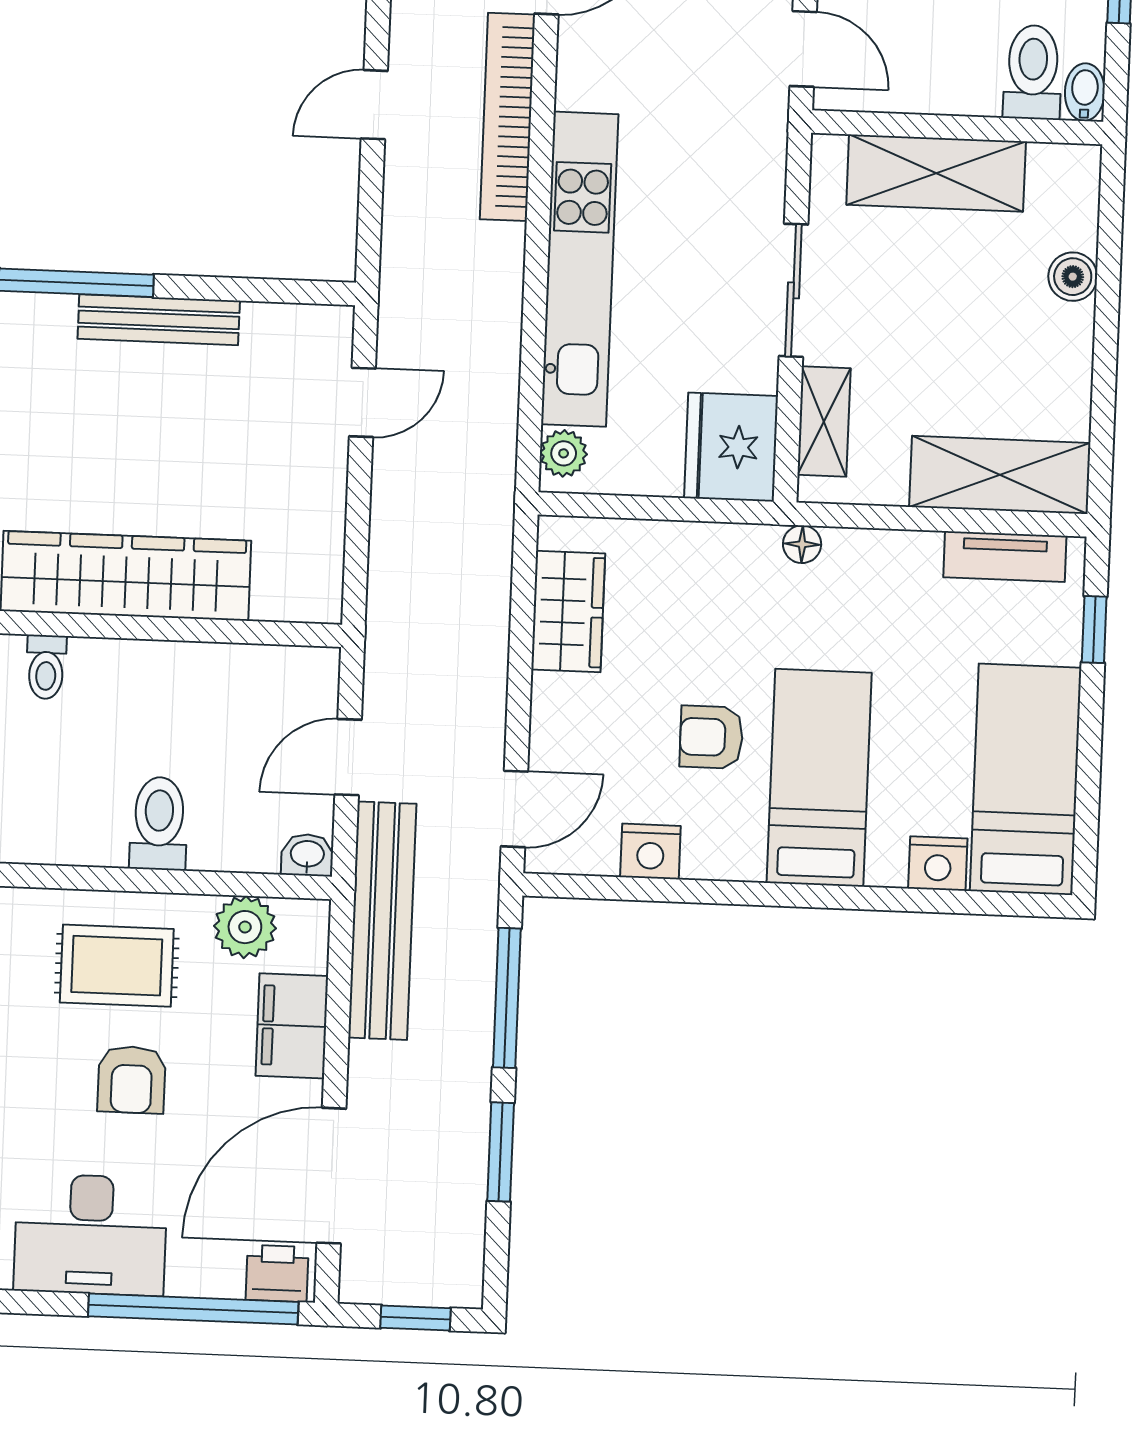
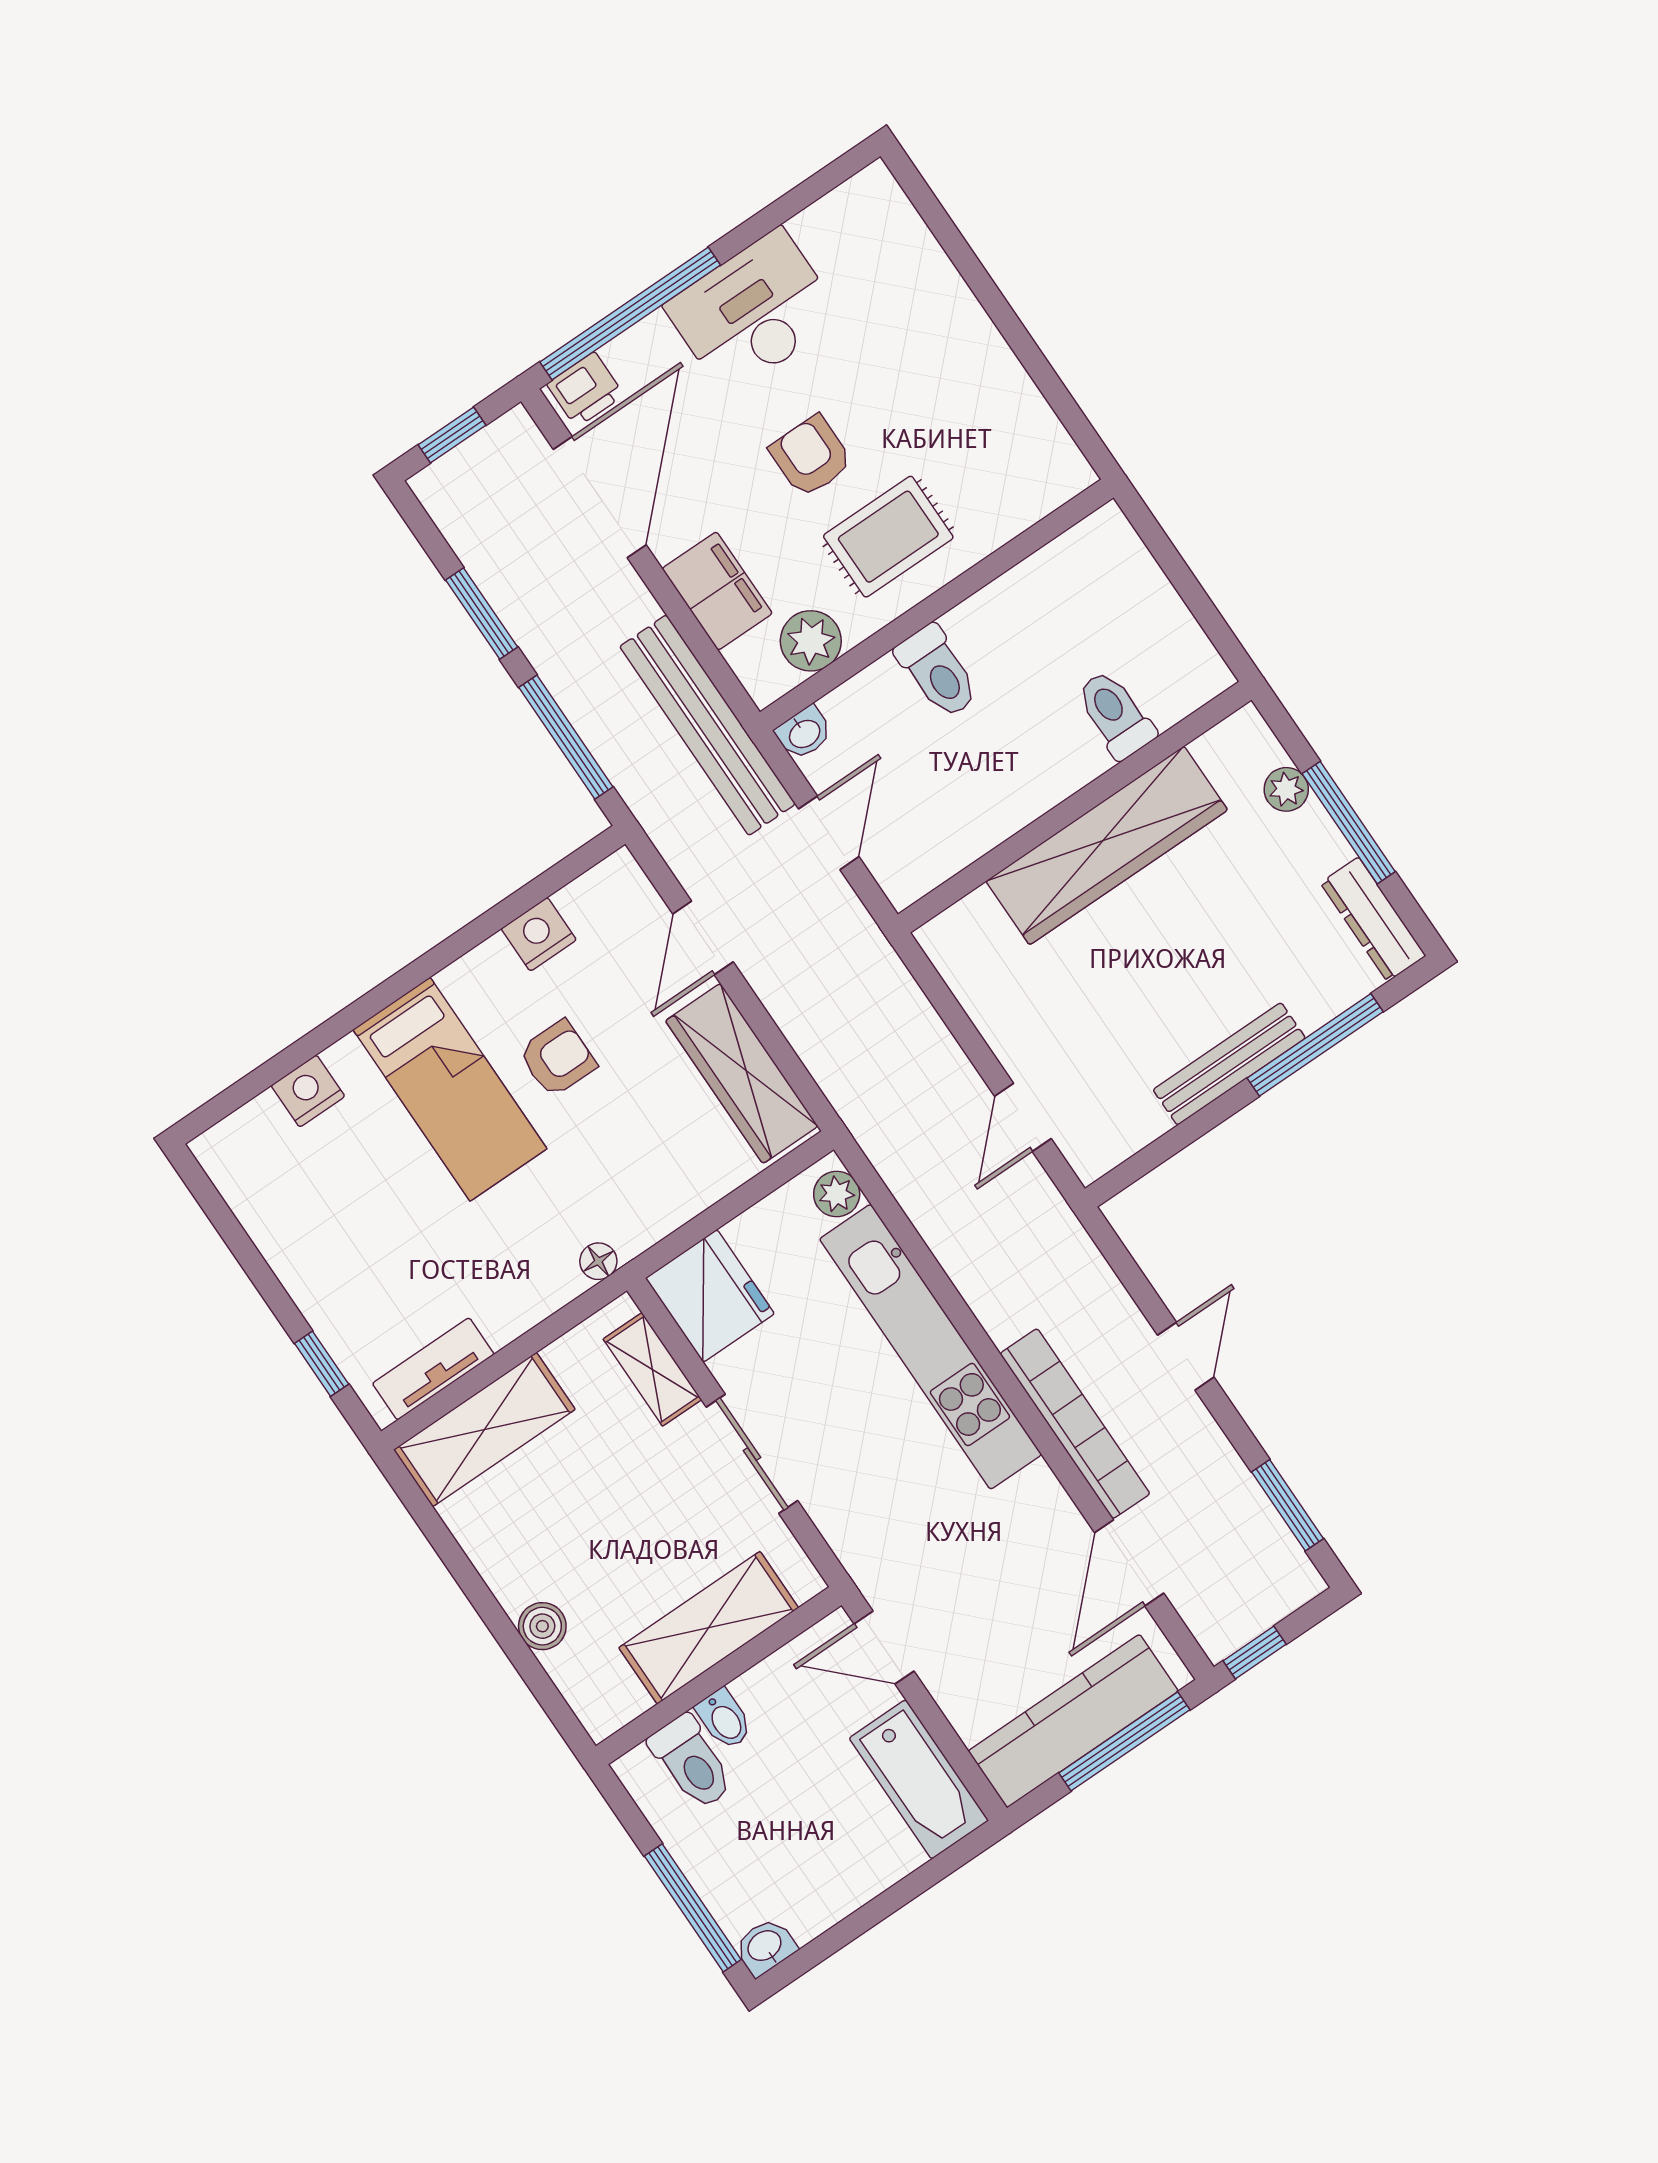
bidet: (1085, 92) -> (724, 1719), moved
wardrobe: (568, 612) -> (742, 1073), width x1.50
toilet: (46, 667) -> (1115, 714), width x1.37, depth x1.39
bed: (1026, 779) -> (288, 1207), removed
door: (514, 809) -> (703, 938), moved

